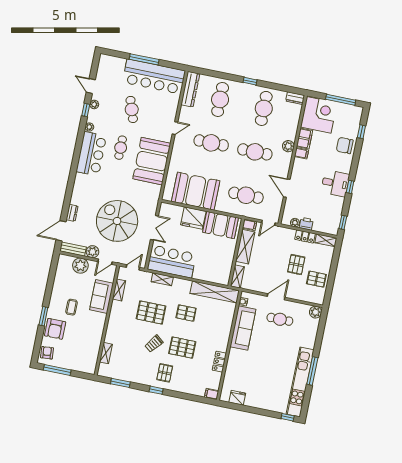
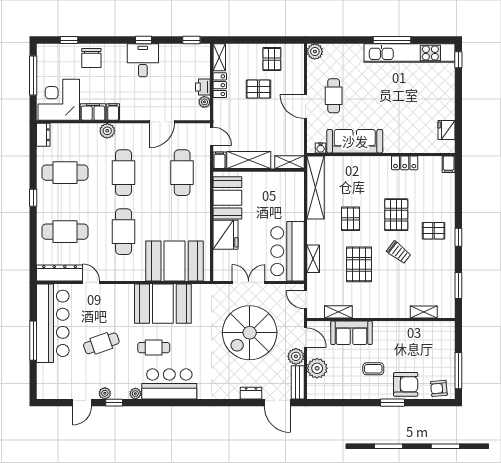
door: (175, 128) -> (91, 282), moved
booth: (196, 191) -> (175, 261), moved, turned 90

